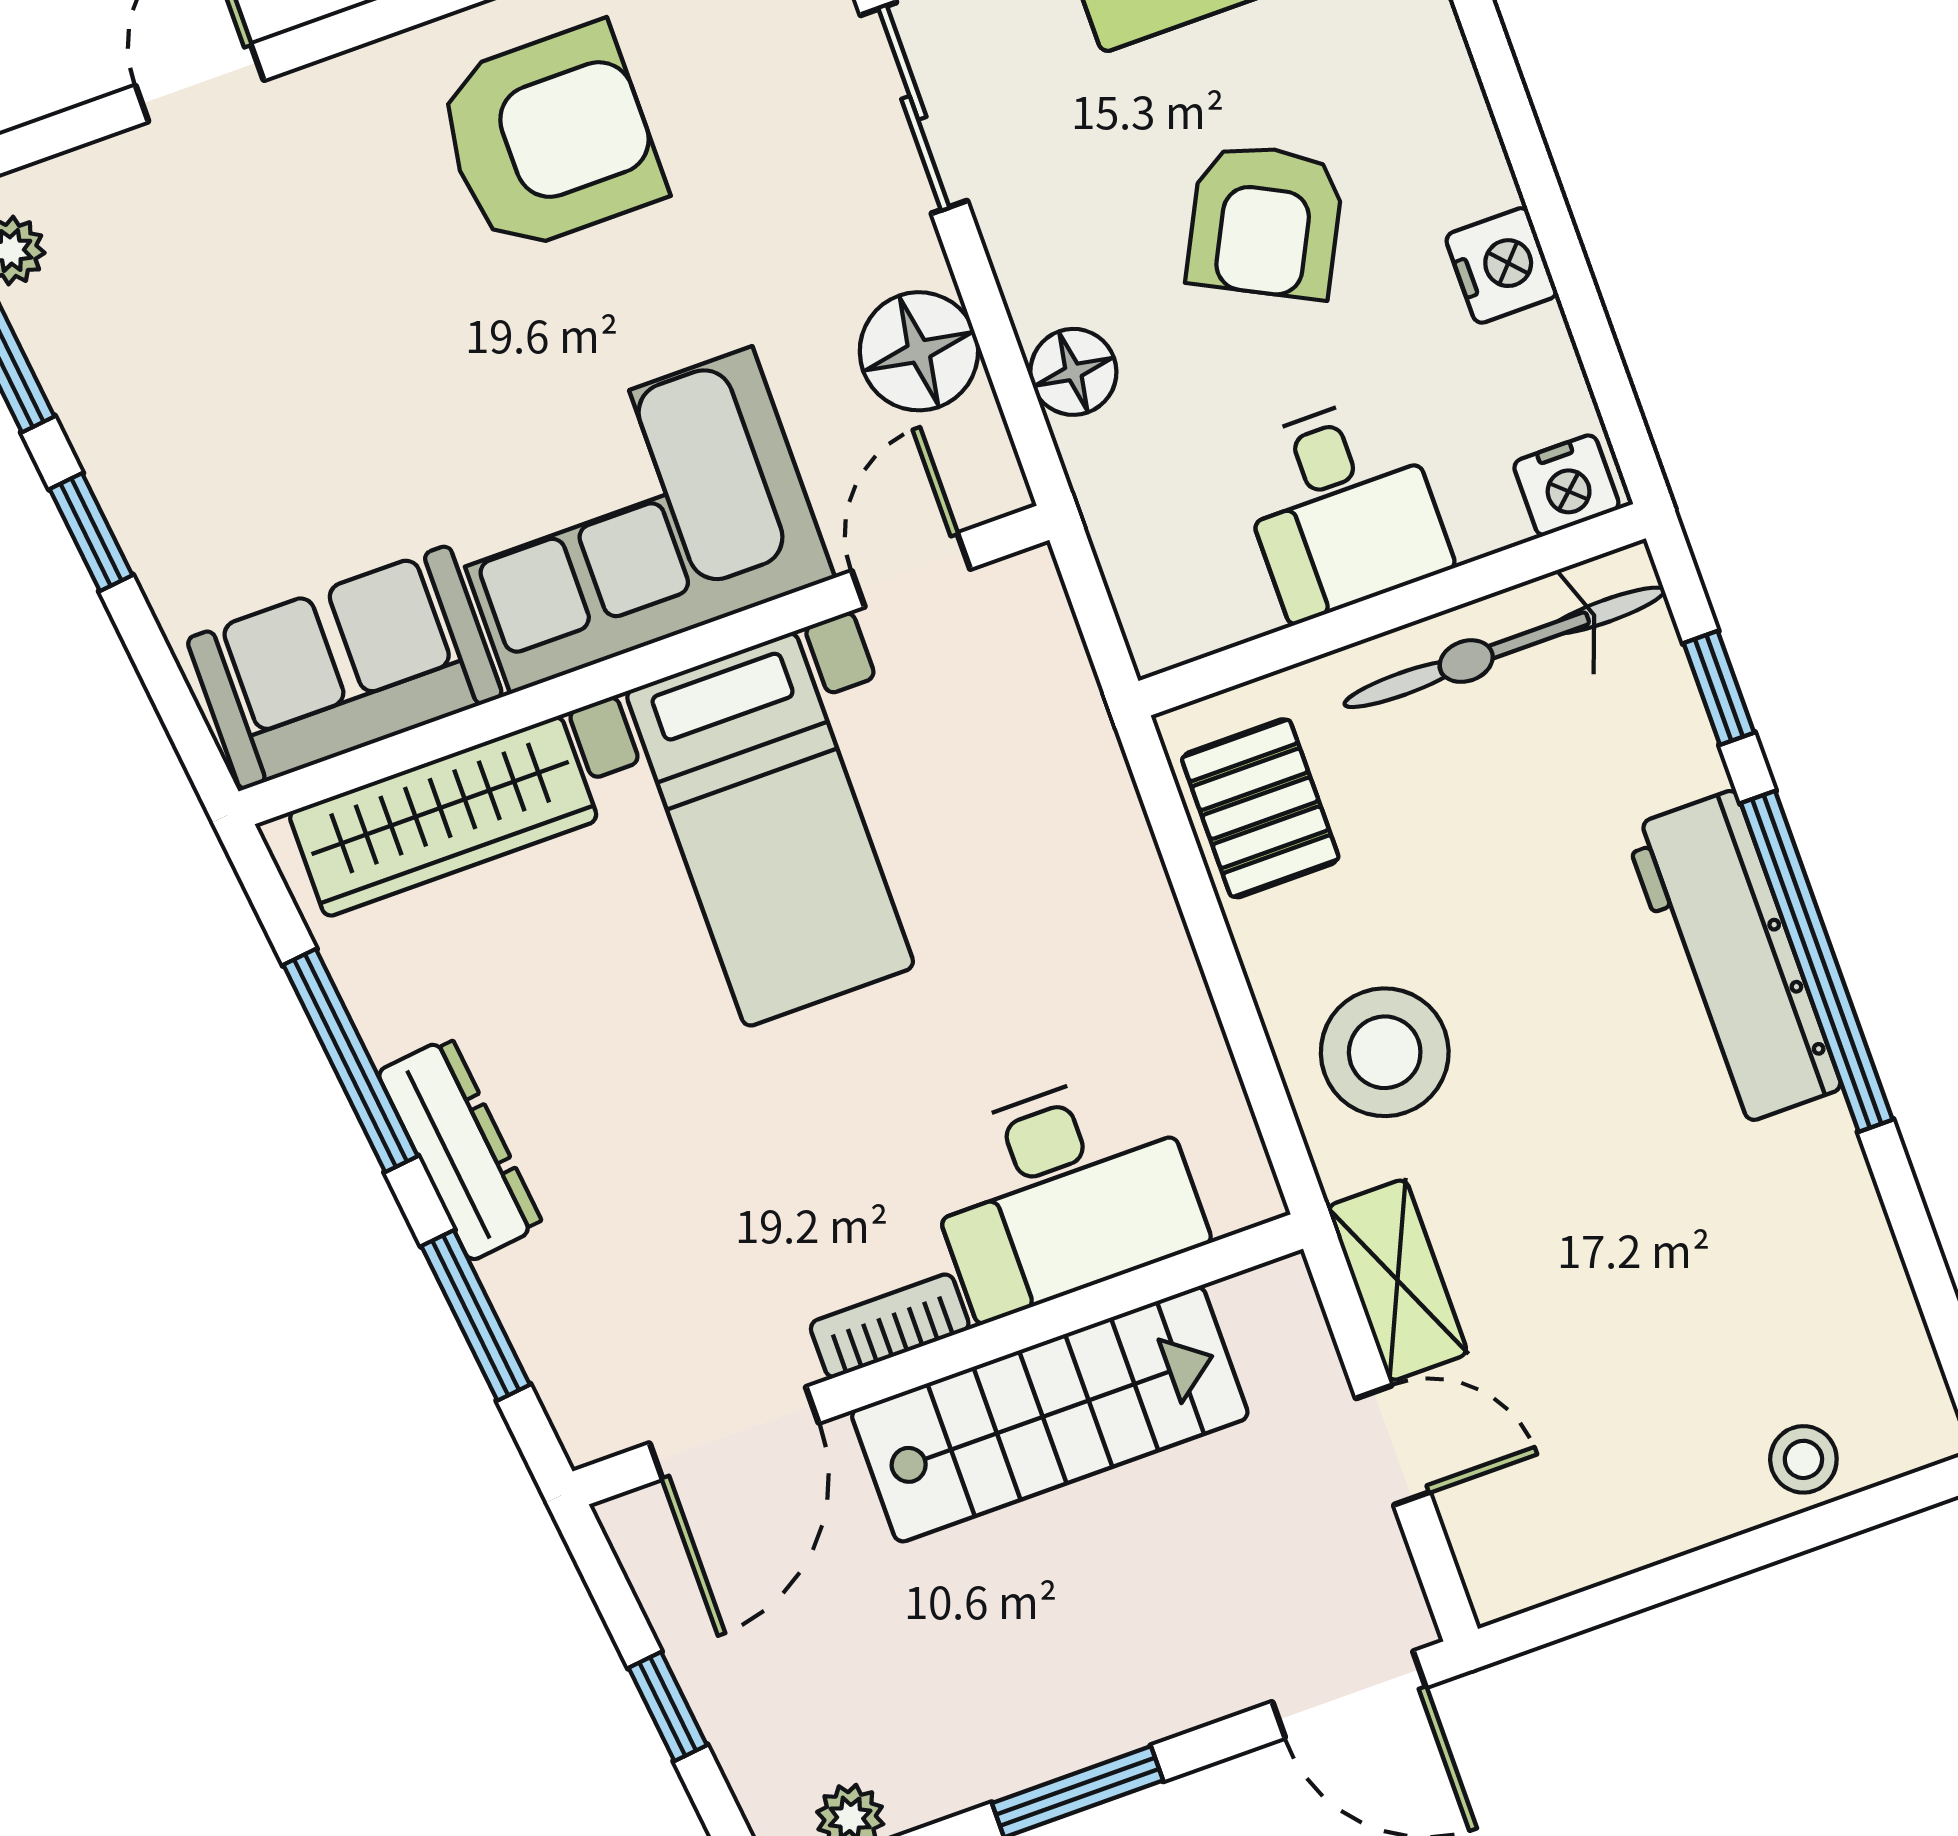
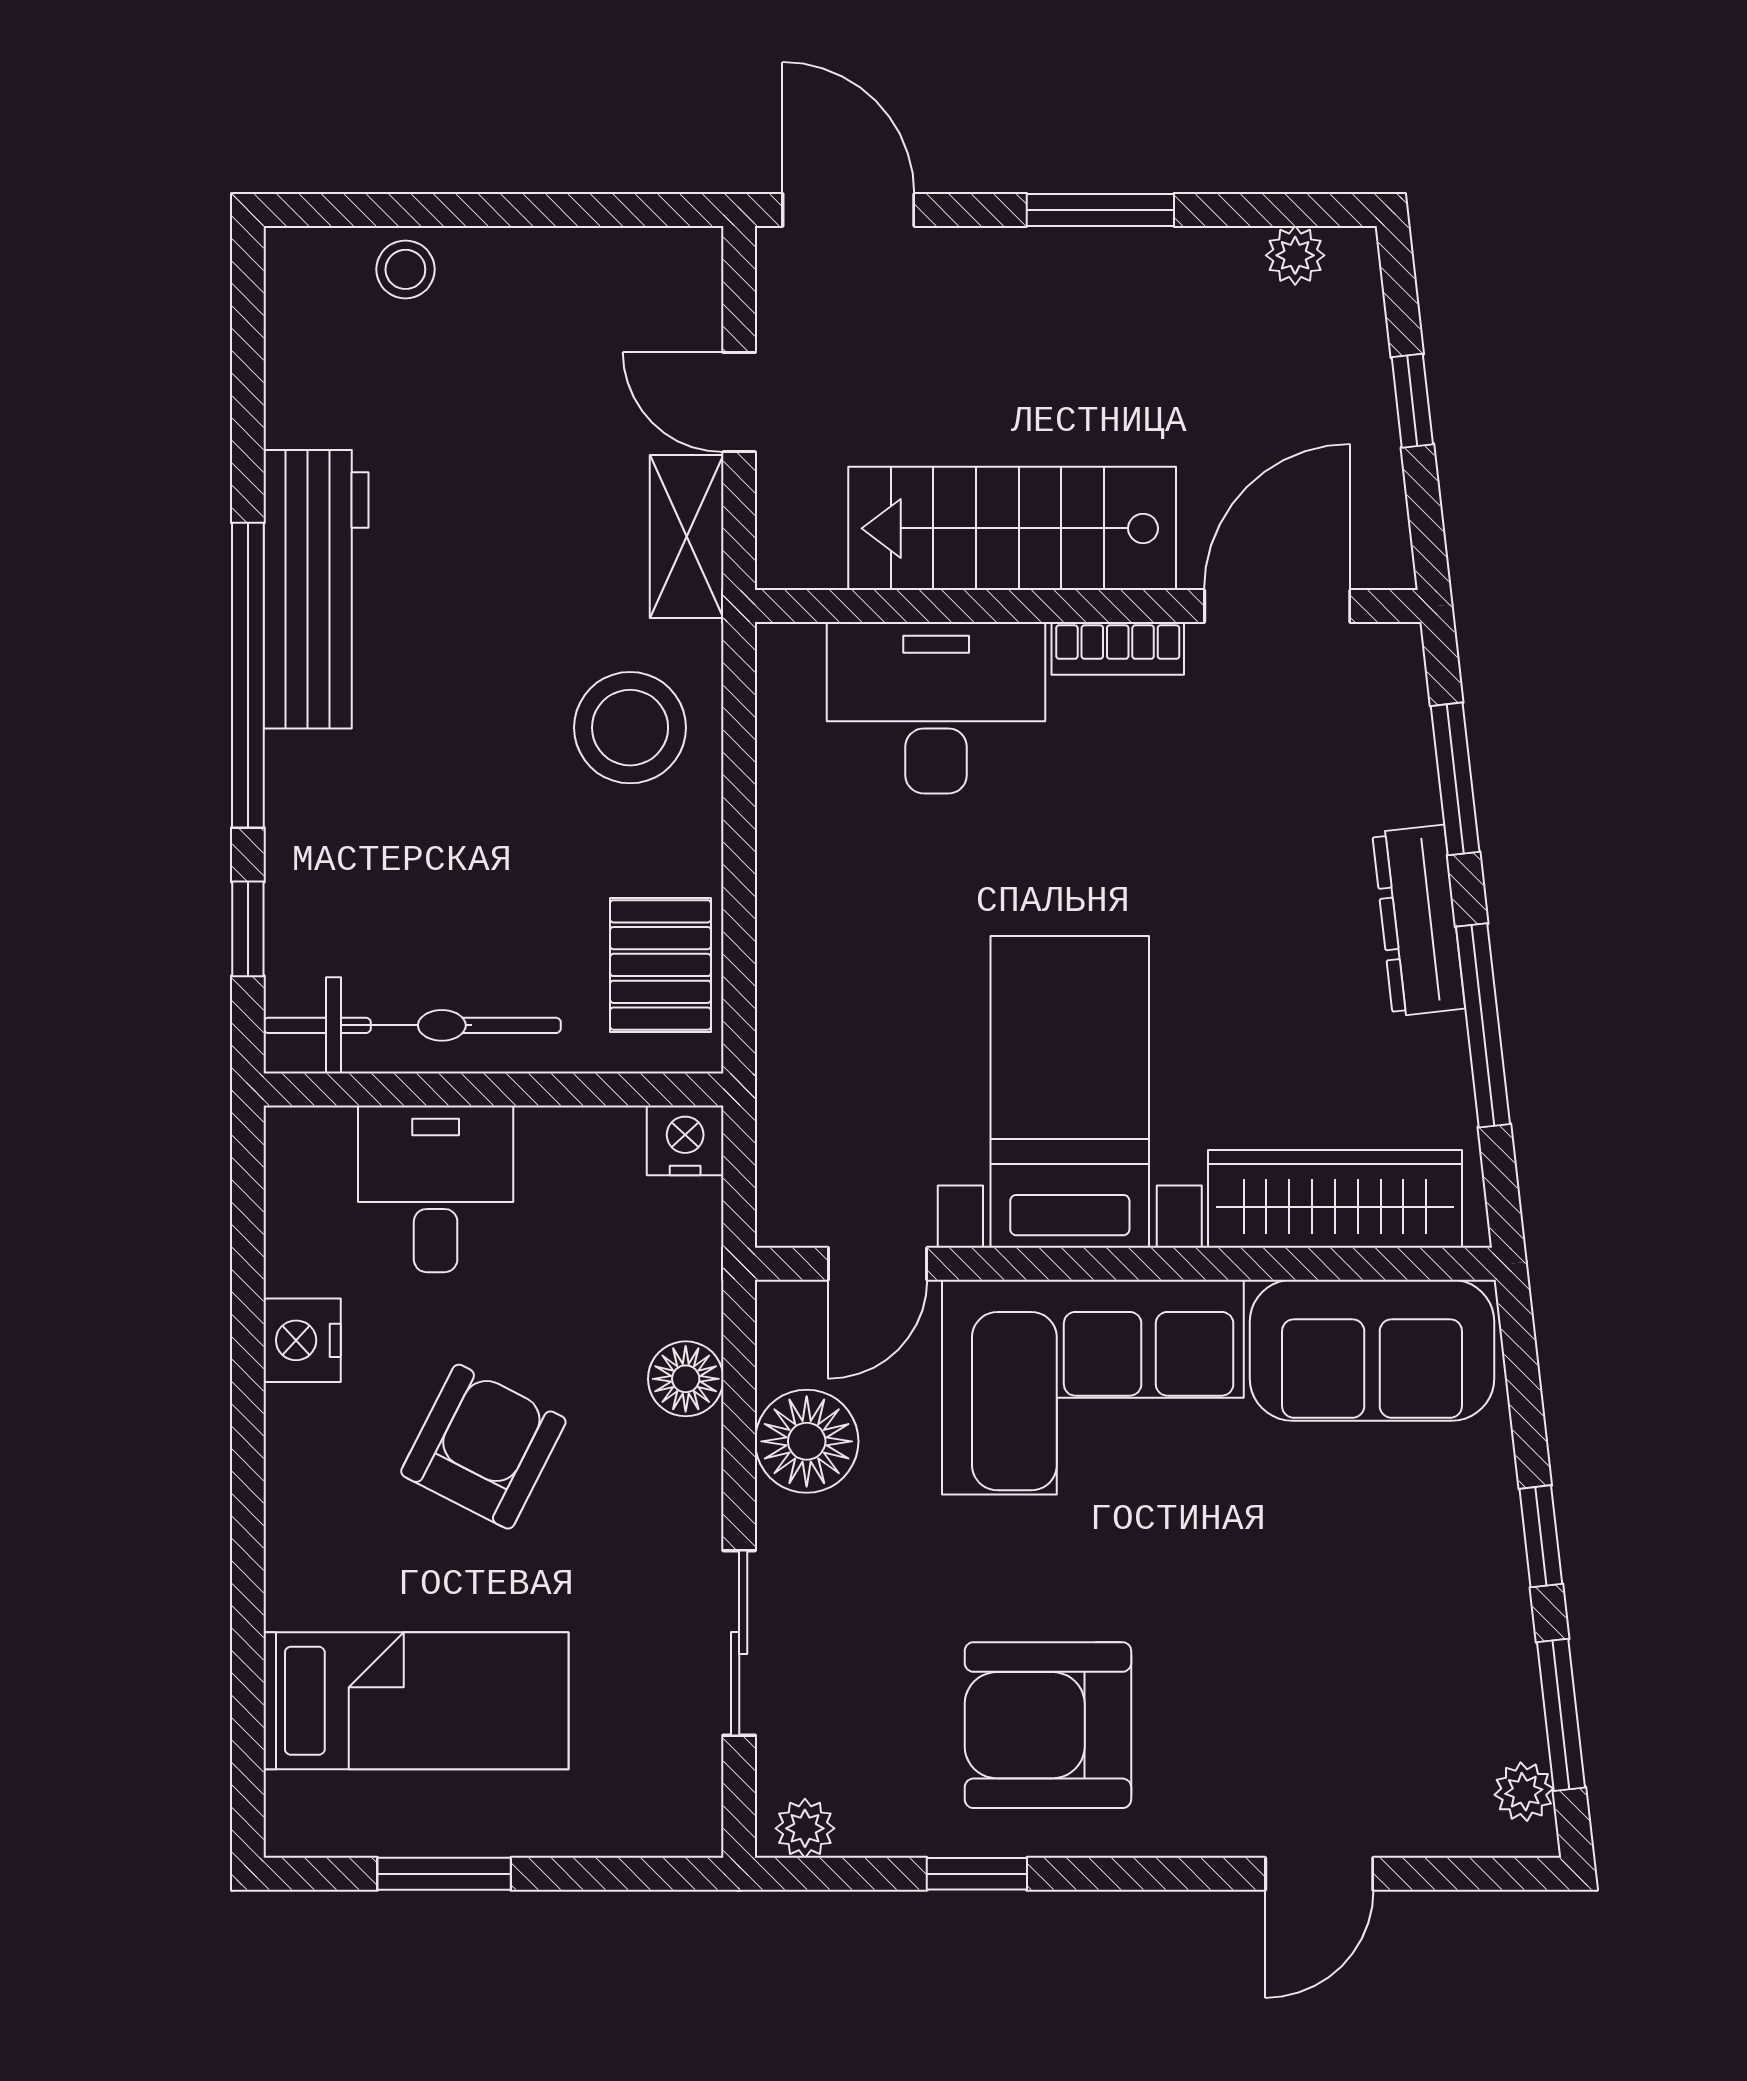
nightstand: (1566, 485) -> (685, 1140), moved
desk: (1341, 507) -> (436, 1189), moved
workbench: (1733, 959) -> (316, 589), moved

